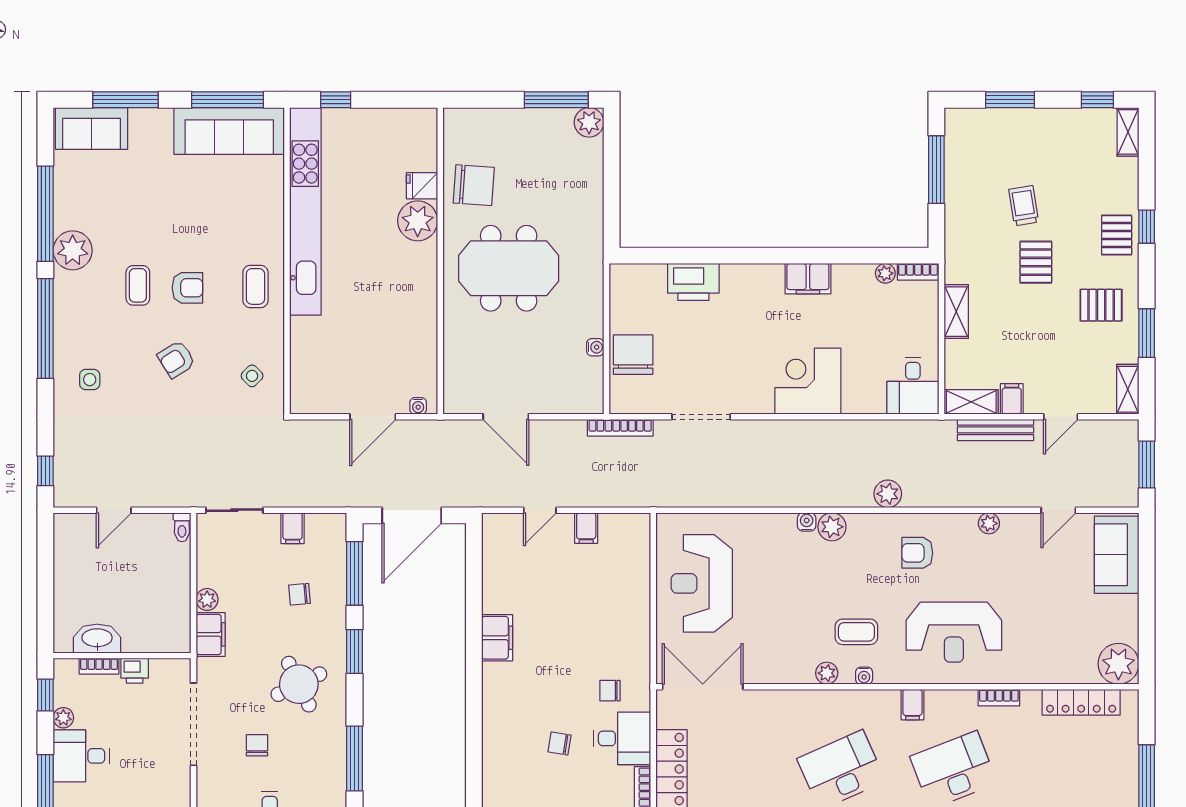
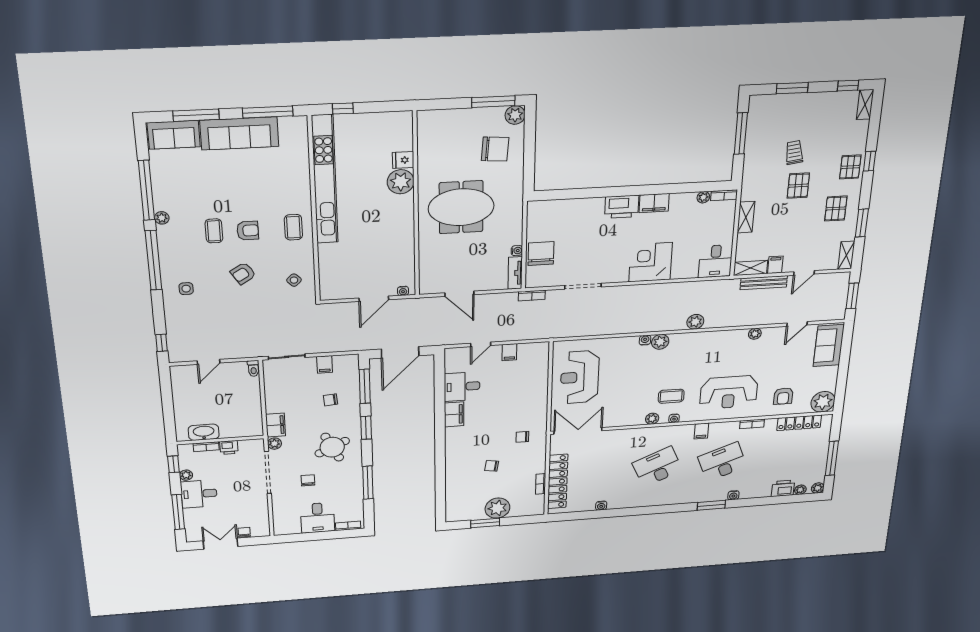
sofa: (229, 131) -> (239, 133), moved
chair: (474, 185) -> (495, 149), moved
plant: (73, 250) -> (162, 218), width x0.53, depth x0.53
printer: (693, 282) -> (622, 207), moved
pallet: (1101, 305) -> (836, 208), turned 90
tv unit: (593, 386) -> (515, 273), added
bookcase: (620, 428) -> (532, 296), width x0.64
armchair: (917, 553) -> (783, 396), moved, turned -90
plant: (207, 599) -> (274, 444), moved
desk: (622, 738) -> (462, 387), moved, turned 180

